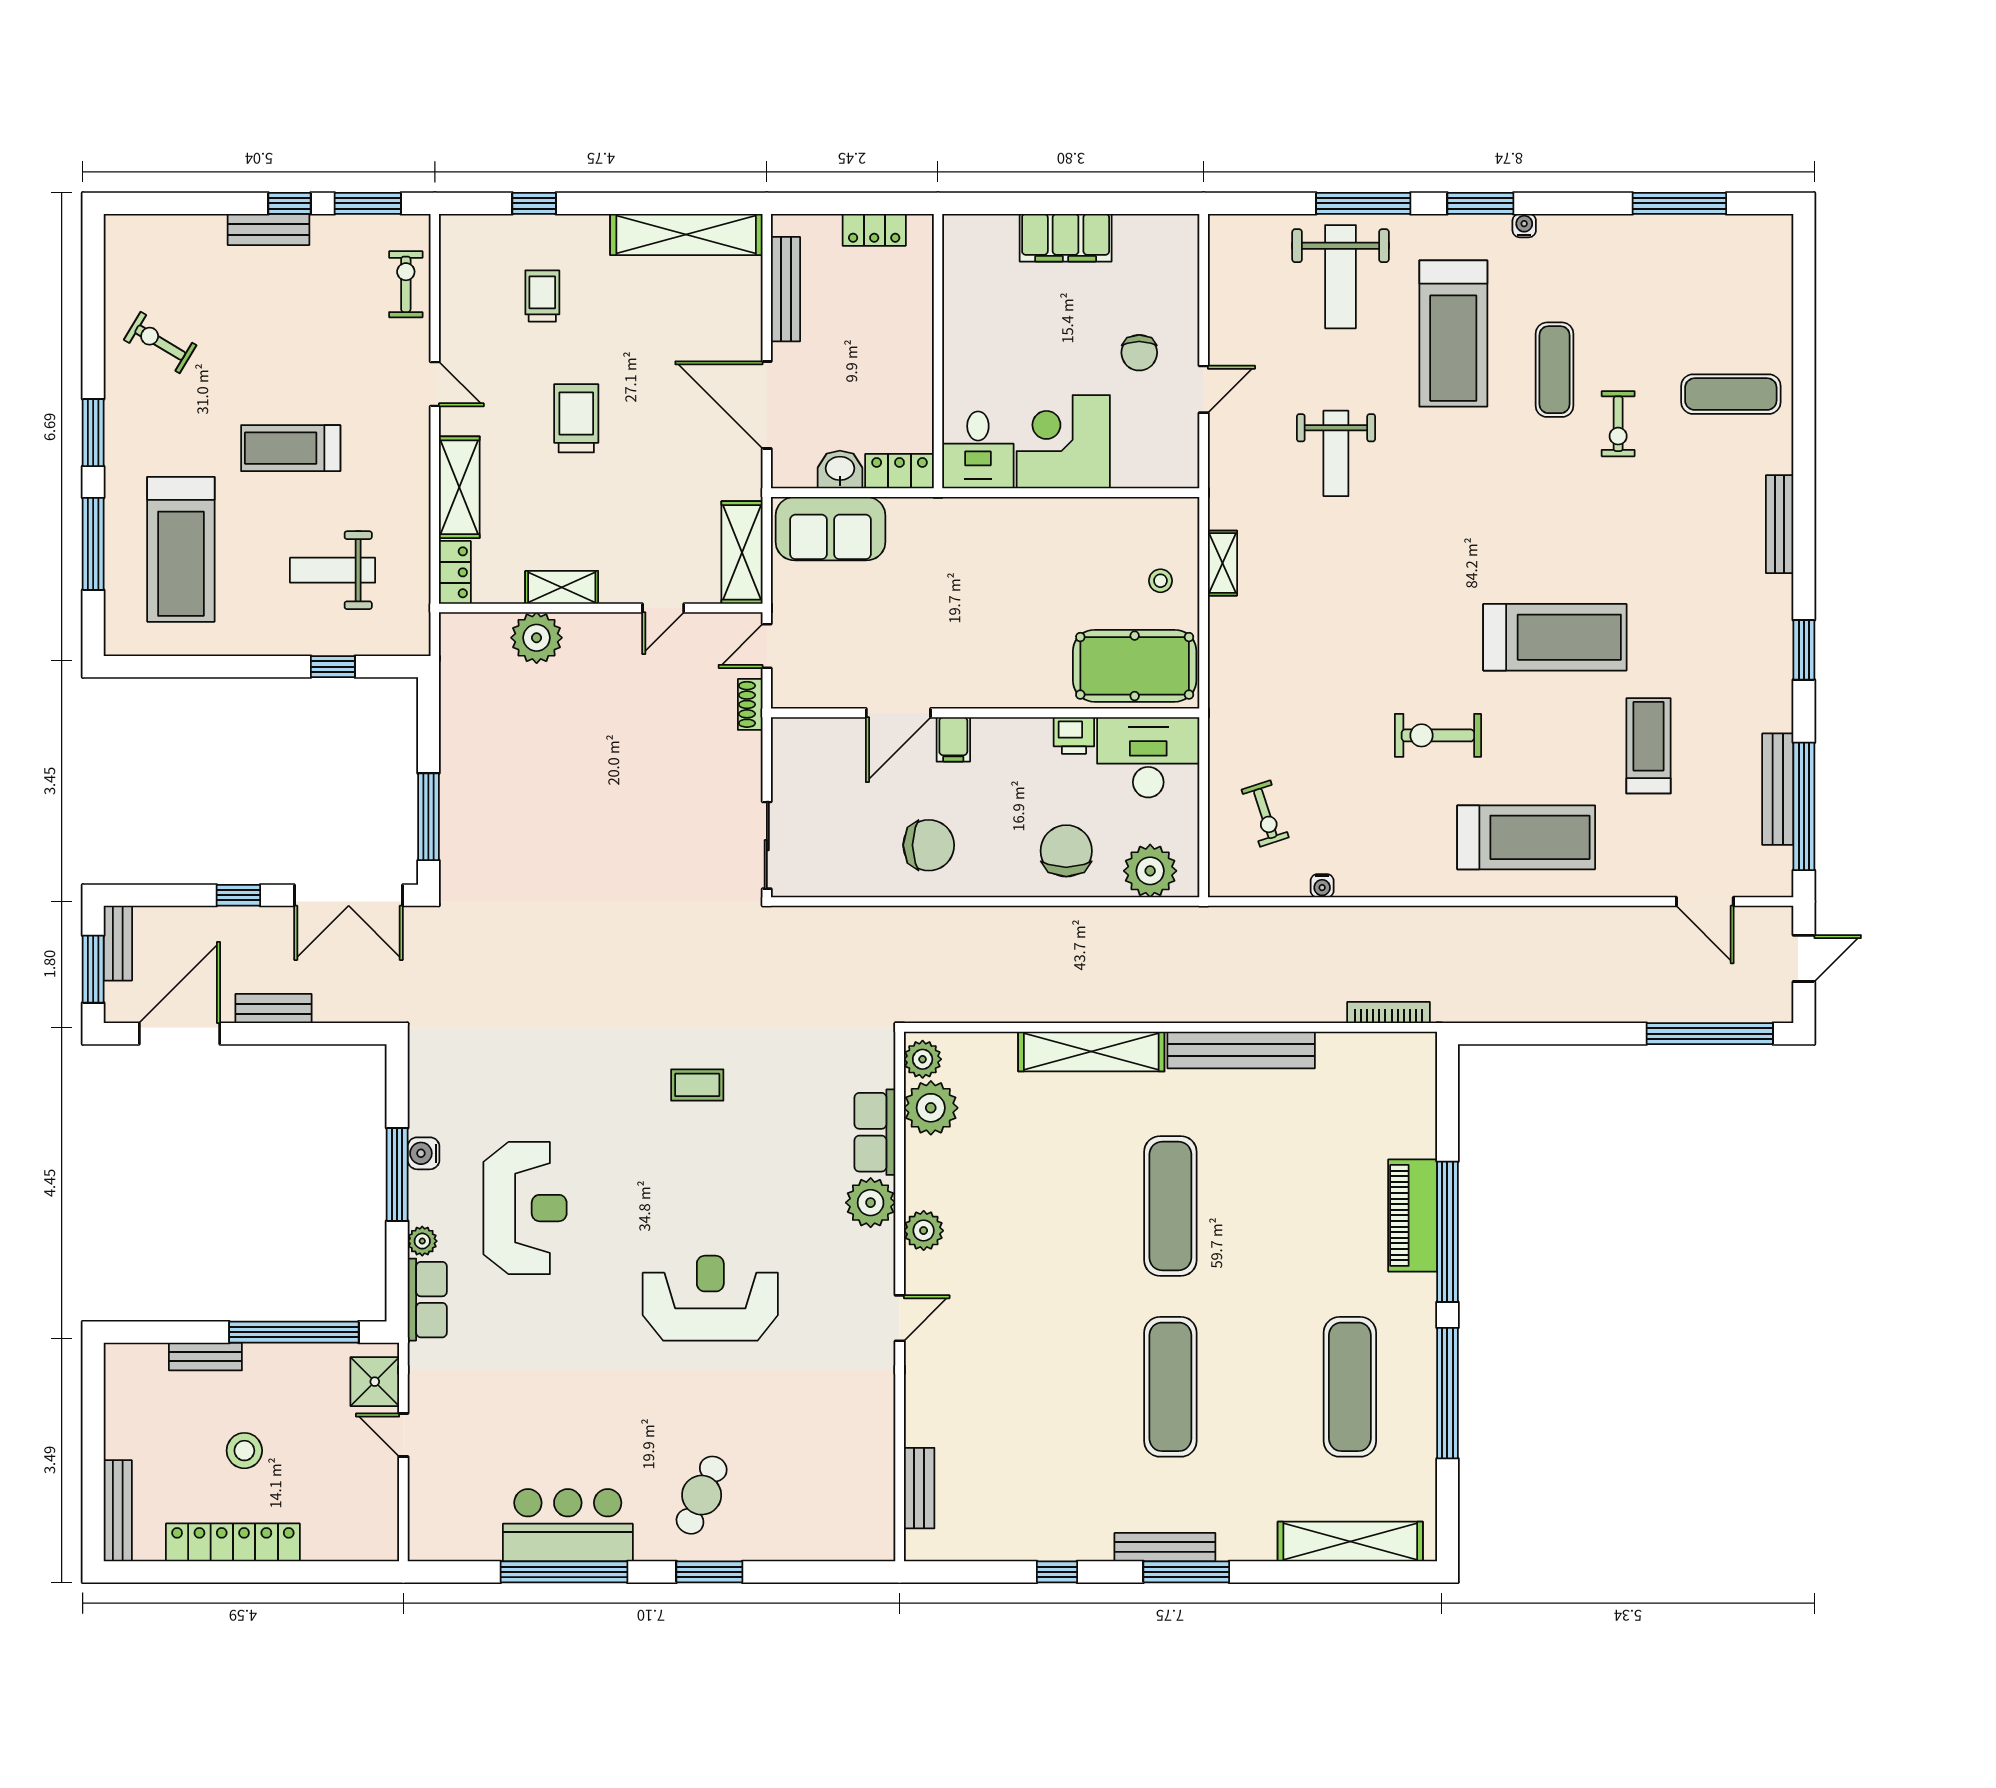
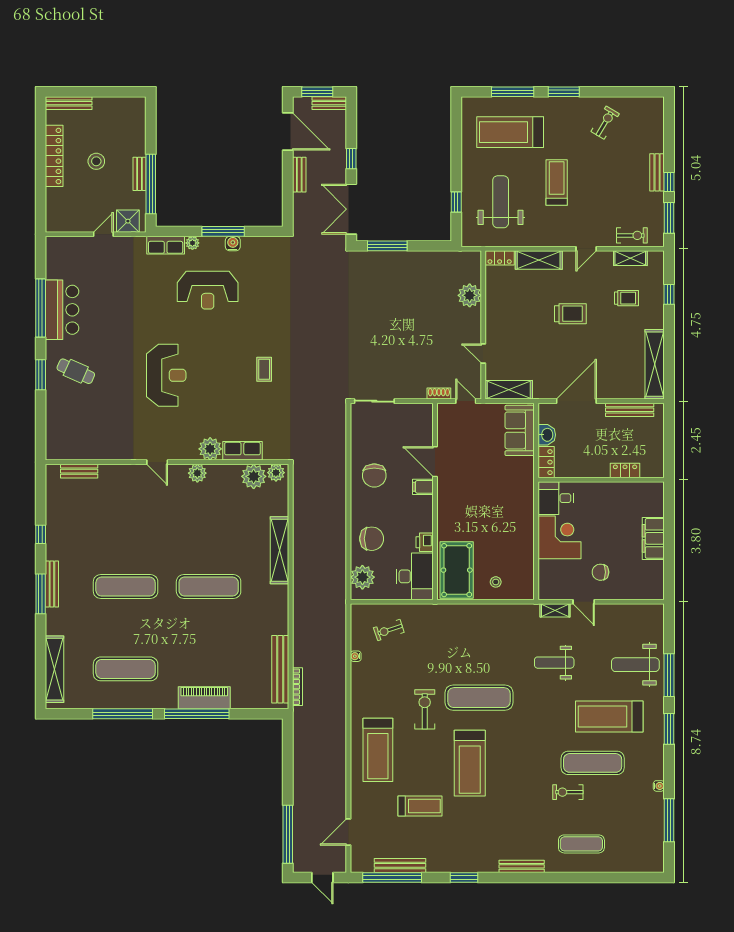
water cooler: (1524, 226) -> (659, 786), moved
locker: (874, 230) -> (625, 471), moved, turned 90
exercise mat: (1555, 370) -> (593, 763), width x1.36, depth x1.45
exercise mat: (1731, 394) -> (581, 844), turned 90
shelving: (1222, 563) -> (555, 610), moved
weight bench: (333, 570) -> (501, 202), width x1.36, depth x1.33
shelving: (562, 587) -> (630, 258), moved, turned 90
exercise mat: (1412, 617) -> (479, 698), added
bench: (1241, 1050) -> (280, 669), moved
bench: (205, 1356) -> (139, 174), moved

